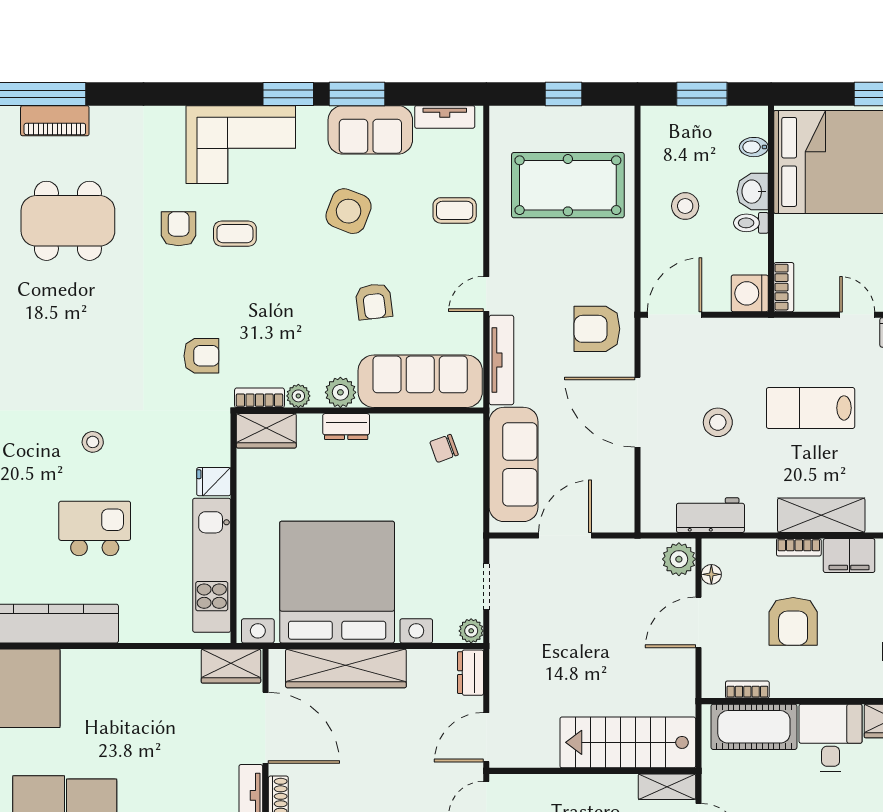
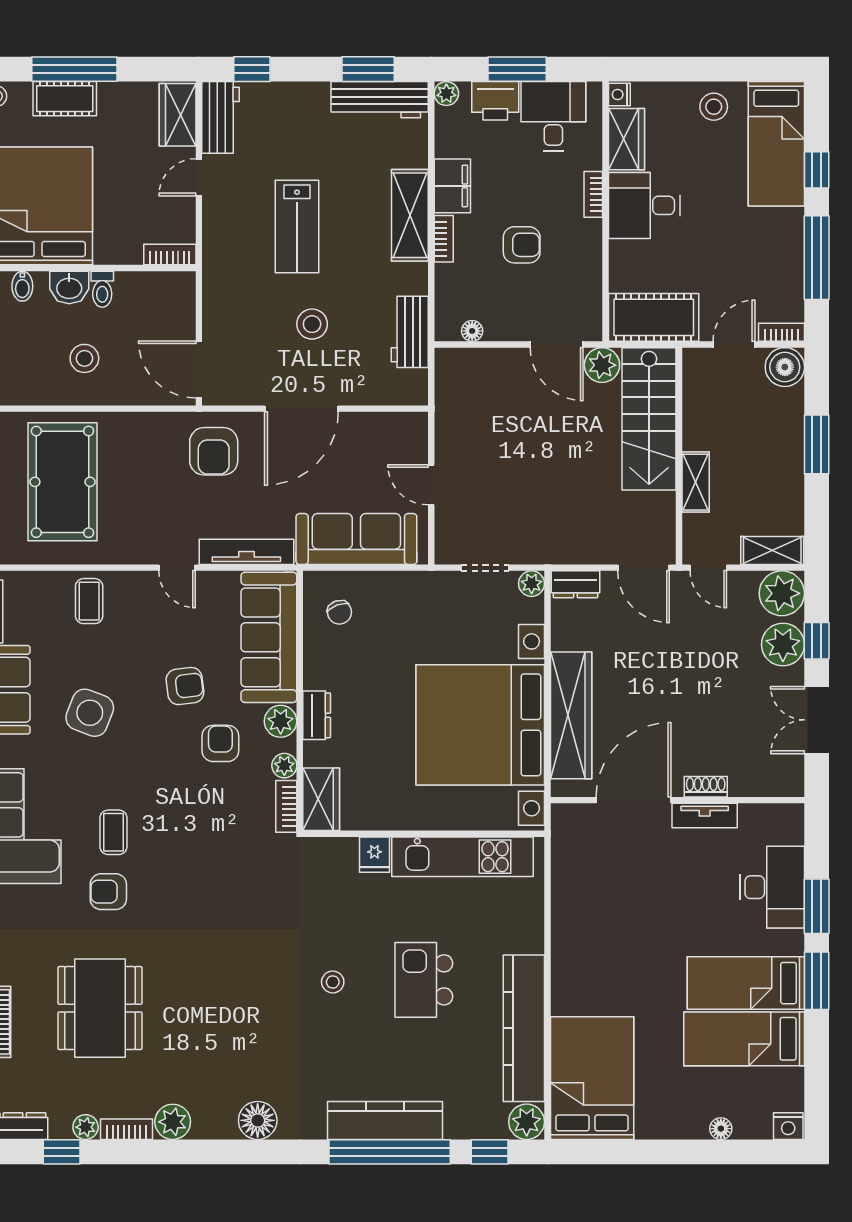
washing machine: (750, 293) -> (176, 290), removed
armchair: (201, 356) -> (220, 743), moved
door: (565, 536) -> (431, 485), width x0.73
plant: (679, 559) -> (602, 365), moved
armchair: (793, 621) -> (522, 245), width x0.72, depth x0.72
door: (698, 622) -> (557, 344), moved
wardrobe: (231, 666) -> (569, 837), removed
bookcase: (747, 690) -> (593, 194), moved
cot: (754, 727) -> (654, 317), moved, turned 90
shelving: (667, 787) -> (696, 482), moved

